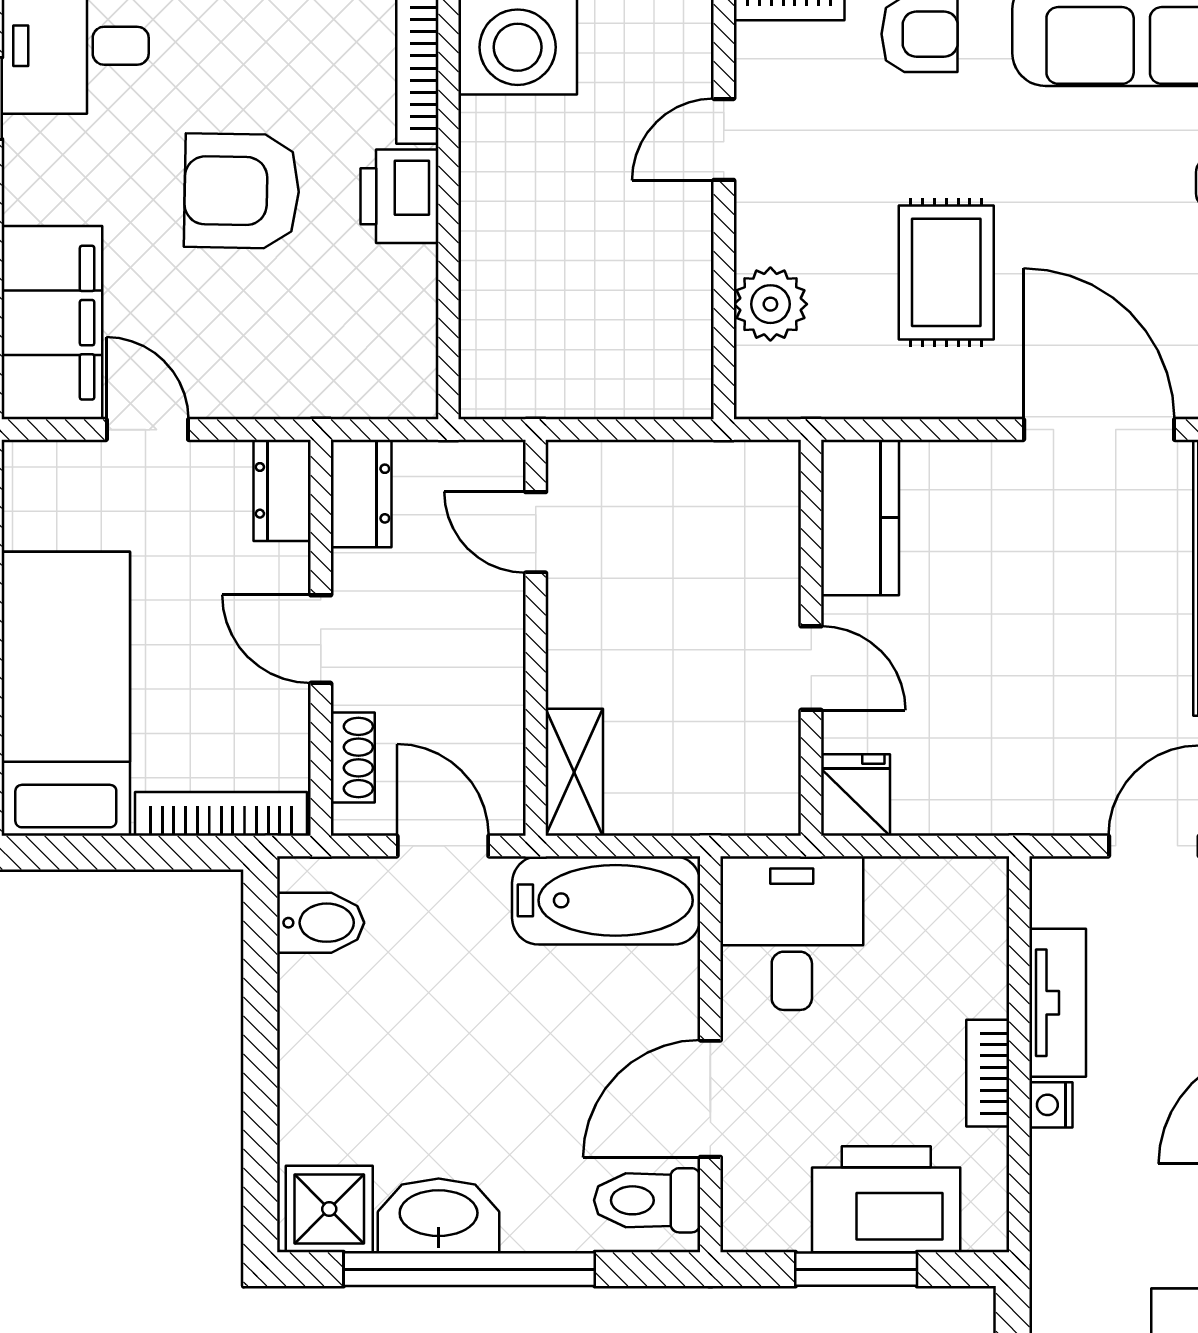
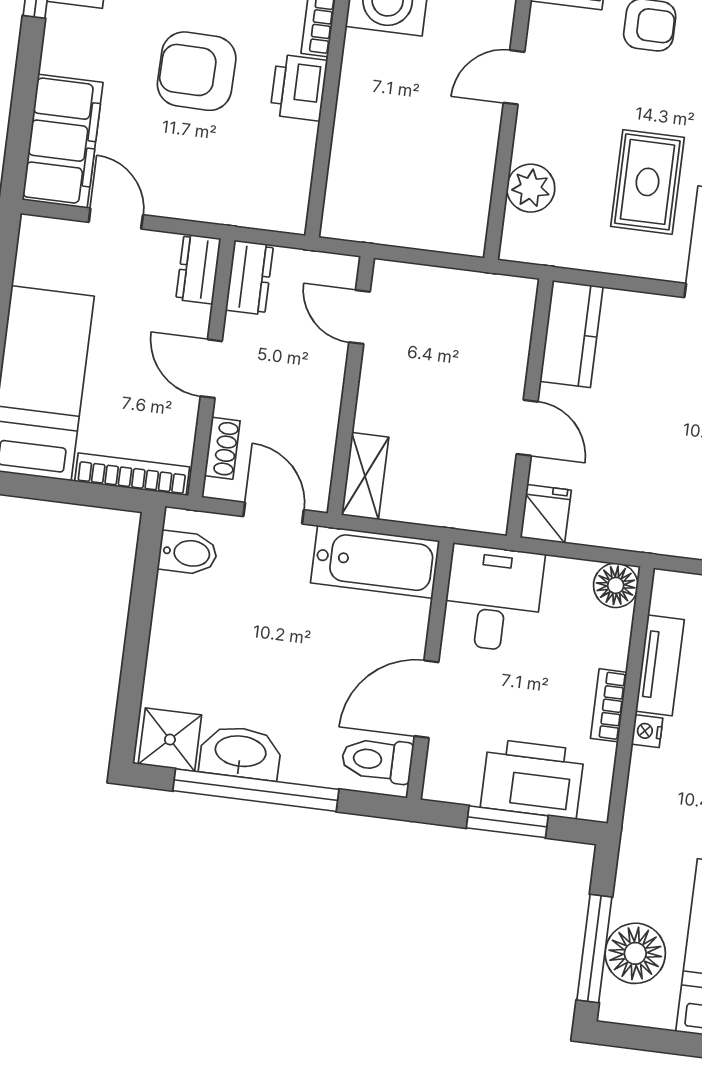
floor lamp: (975, 890) -> (616, 585), added

